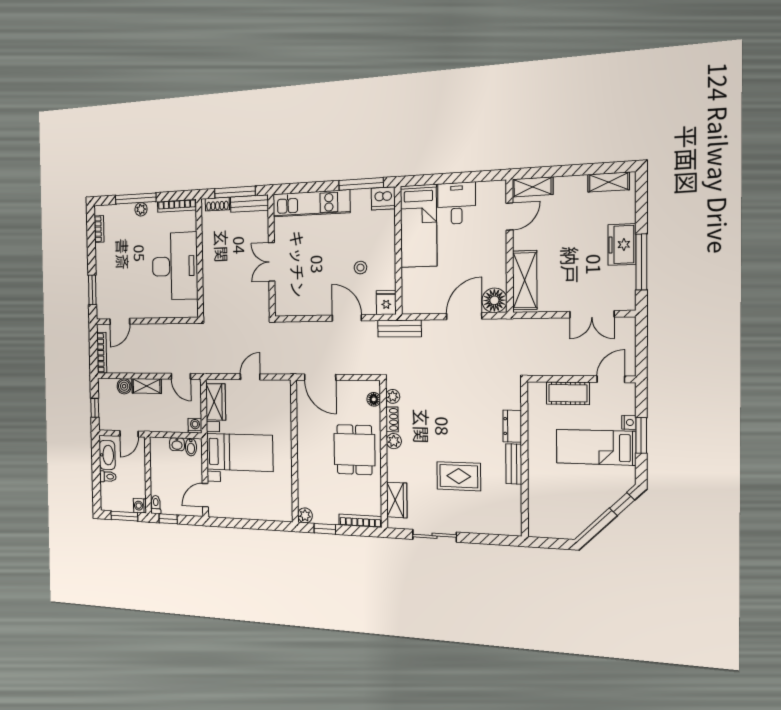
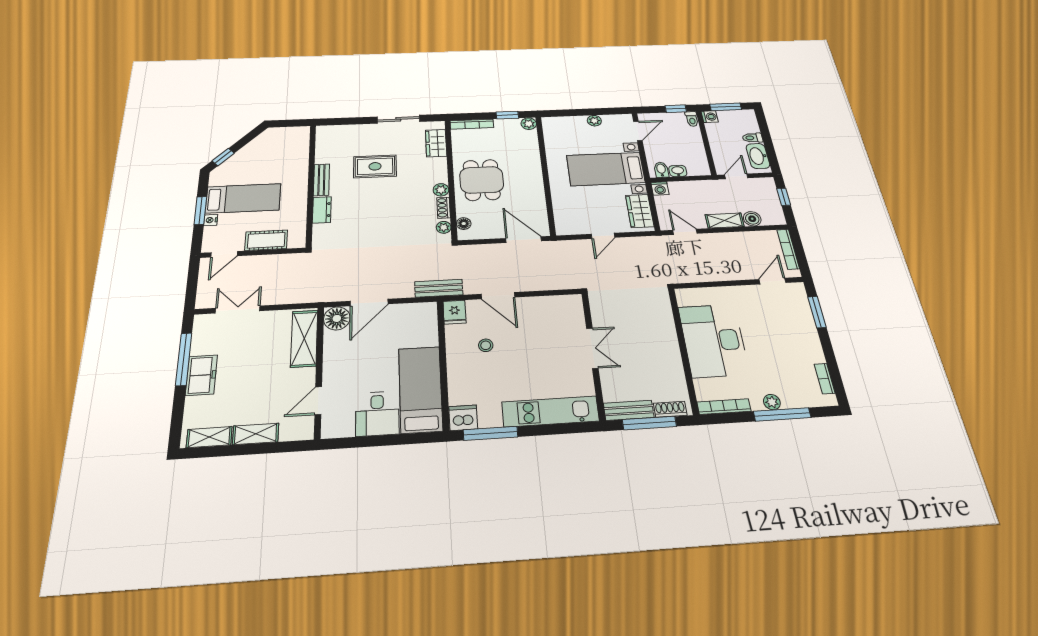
shelving: (532, 187) -> (256, 434), moved
plant: (243, 512) -> (594, 121), added

